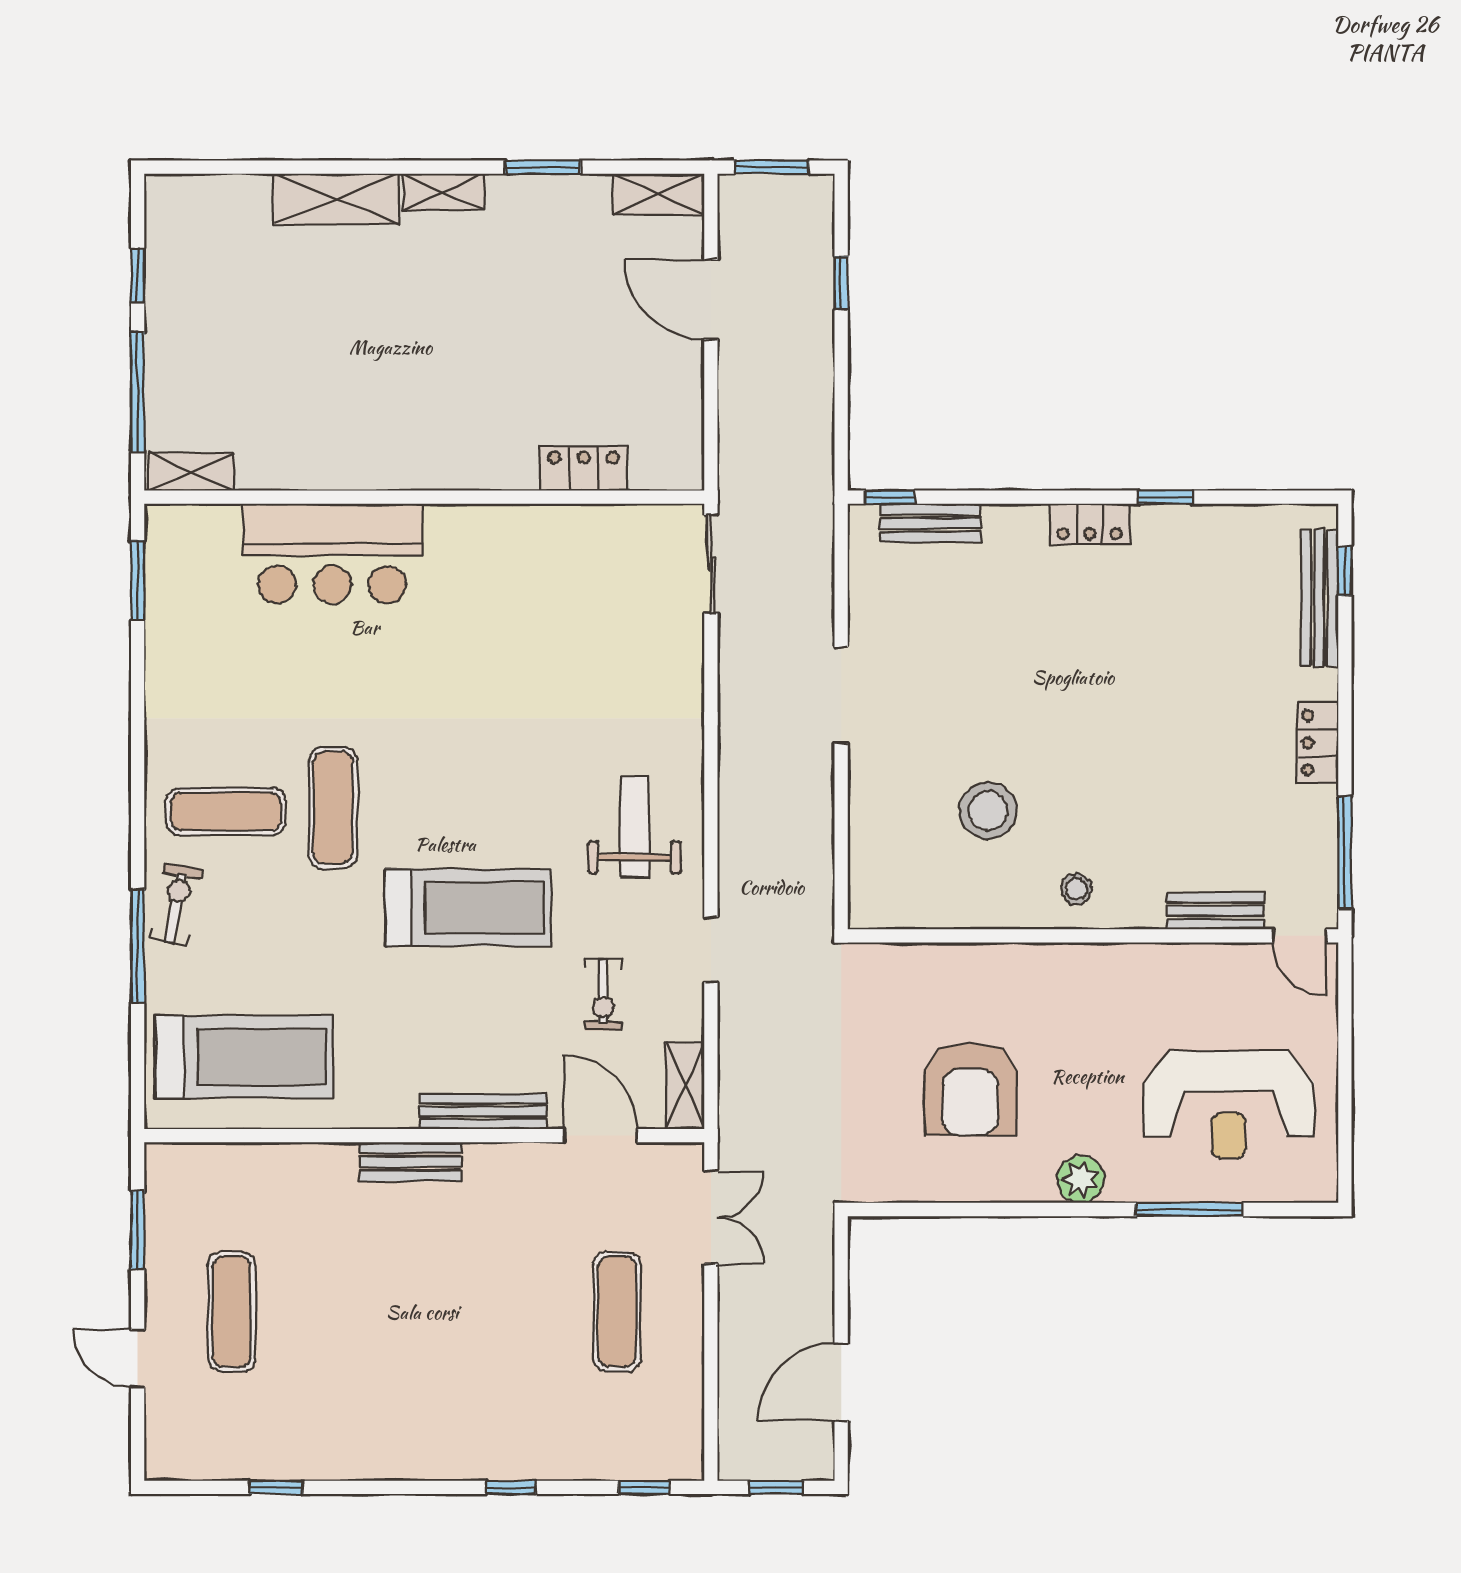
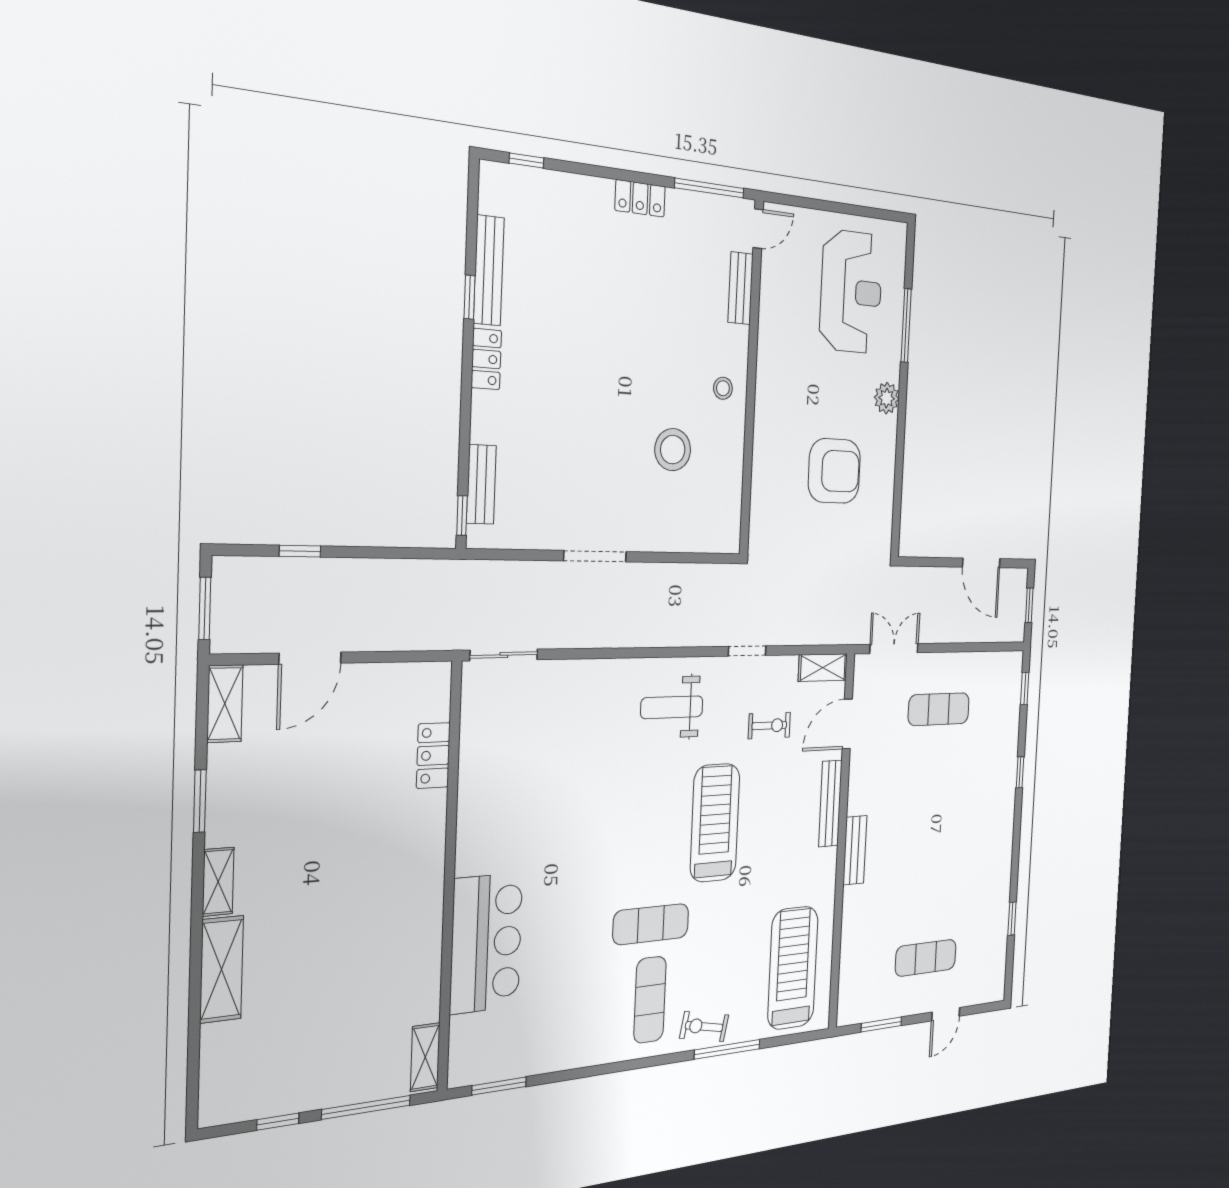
bench: (1319, 598) -> (489, 271), moved, turned 90

